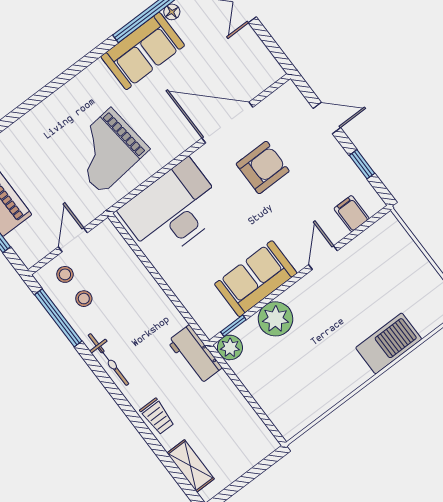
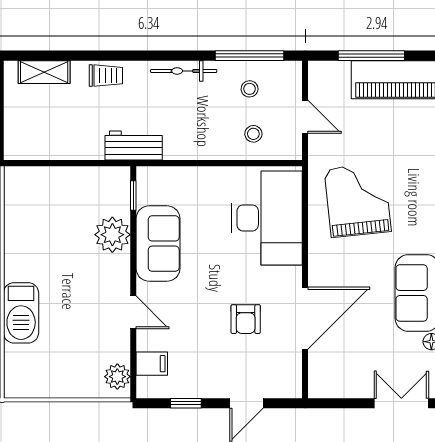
armchair: (263, 168) -> (246, 319), width x0.72, depth x0.72
stool: (65, 274) -> (253, 134), moved
plant: (230, 347) -> (117, 377), moved
trolley: (157, 416) -> (106, 76), turned 180

